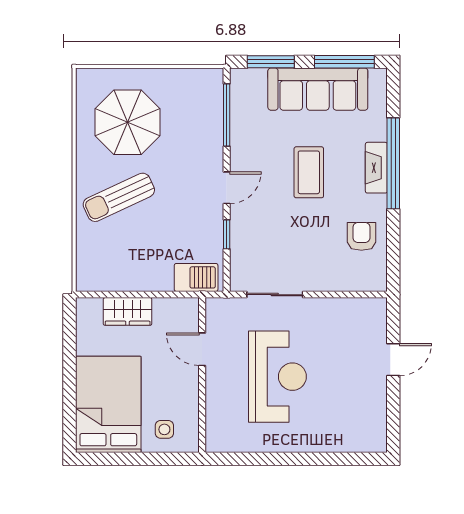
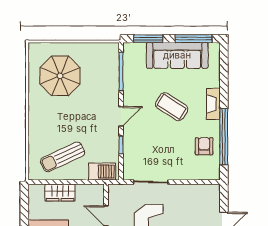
window: (393, 163) -> (224, 137), moved
coffee table: (309, 172) -> (172, 107), turned -57
sun lounger: (119, 197) -> (63, 157), moved

